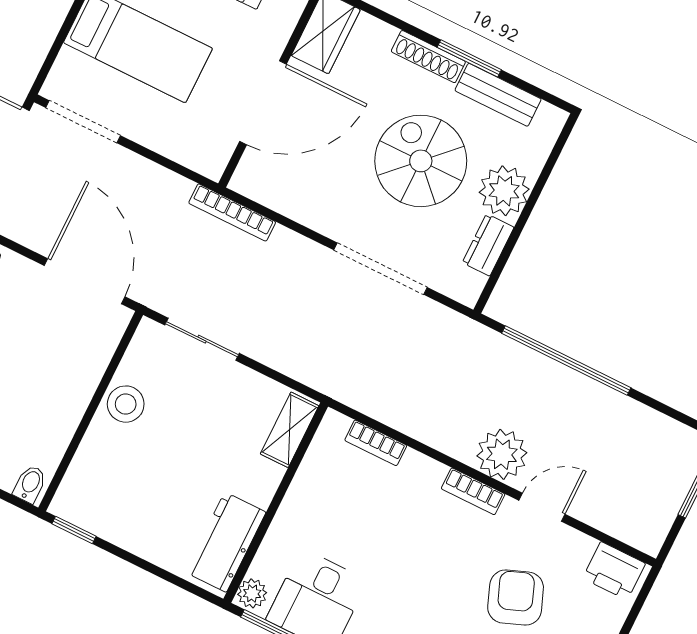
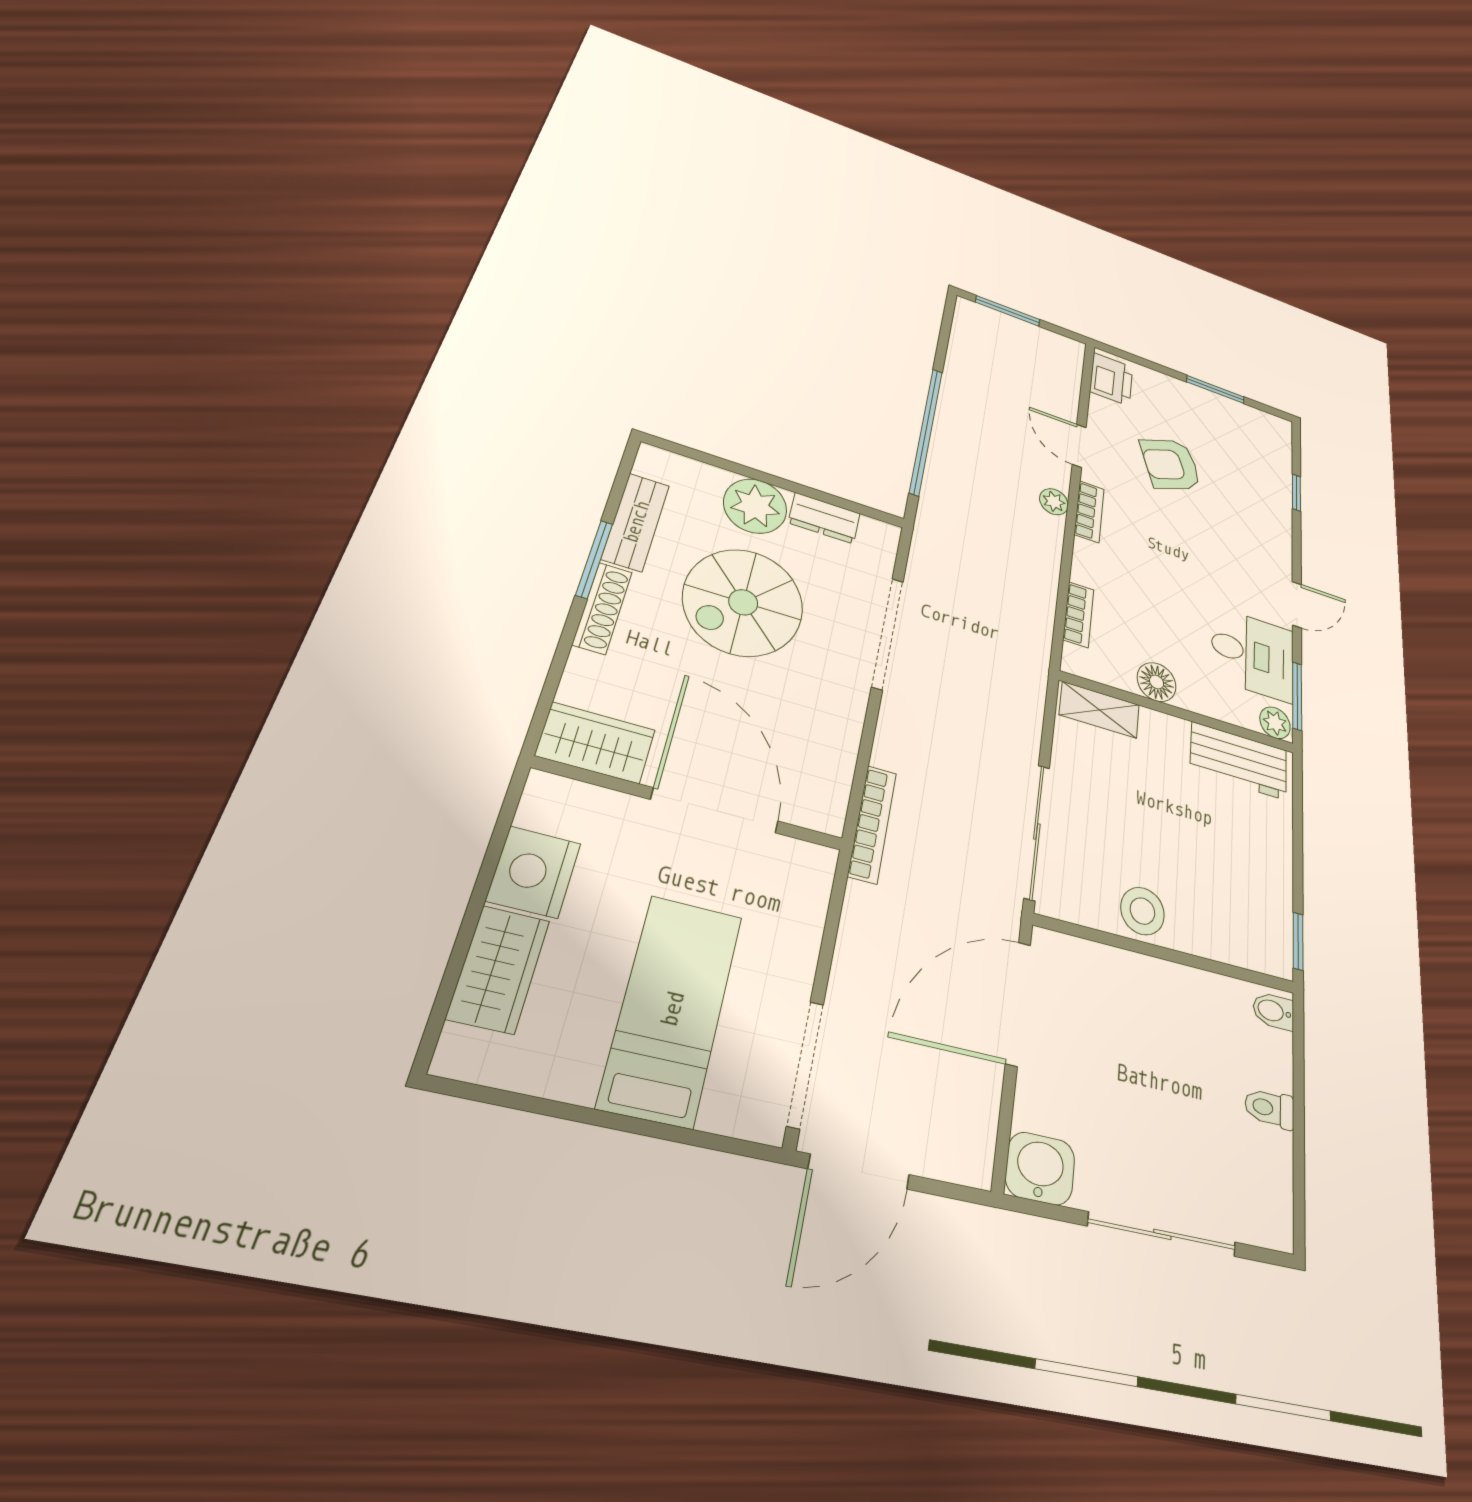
sliding door: (202, 339) -> (1037, 831), width x1.37
plant: (502, 454) -> (1054, 502), width x0.53, depth x0.53
floor lamp: (305, 493) -> (1157, 682), added

